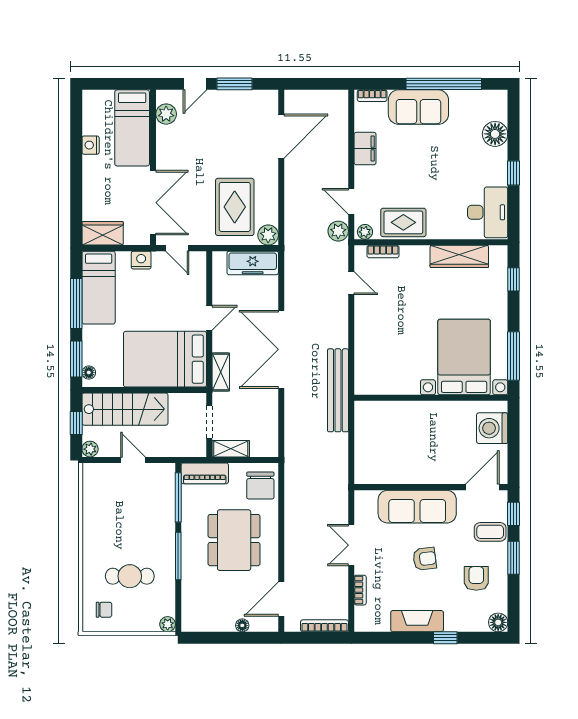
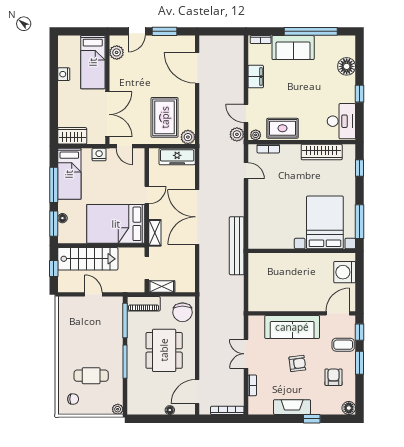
door: (281, 136) -> (197, 68), swing flipped
floor lamp: (89, 373) -> (62, 218), moved
plant: (90, 449) -> (63, 287), removed

